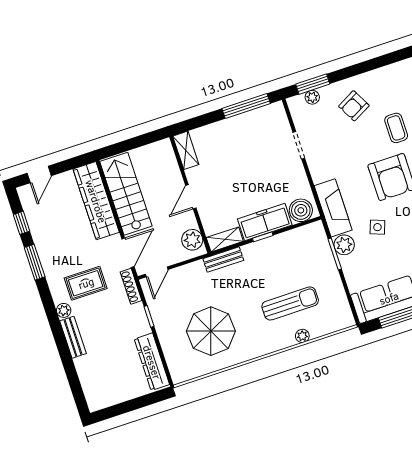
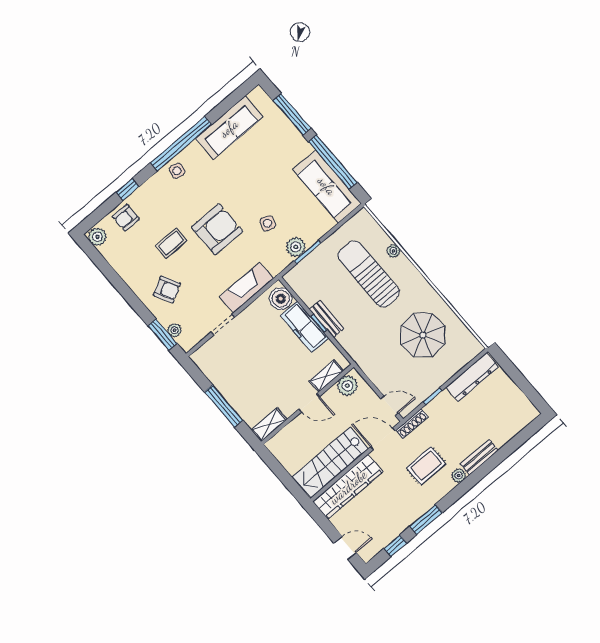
window: (246, 106) -> (224, 406), moved
fireplace: (333, 208) -> (247, 288), moved
shelving: (225, 239) -> (326, 376), moved, turned 90
bench: (223, 259) -> (327, 319), moved
rug: (86, 283) -> (426, 466), turned 90
sun lounger: (290, 303) -> (369, 274), width x1.36, depth x1.34

